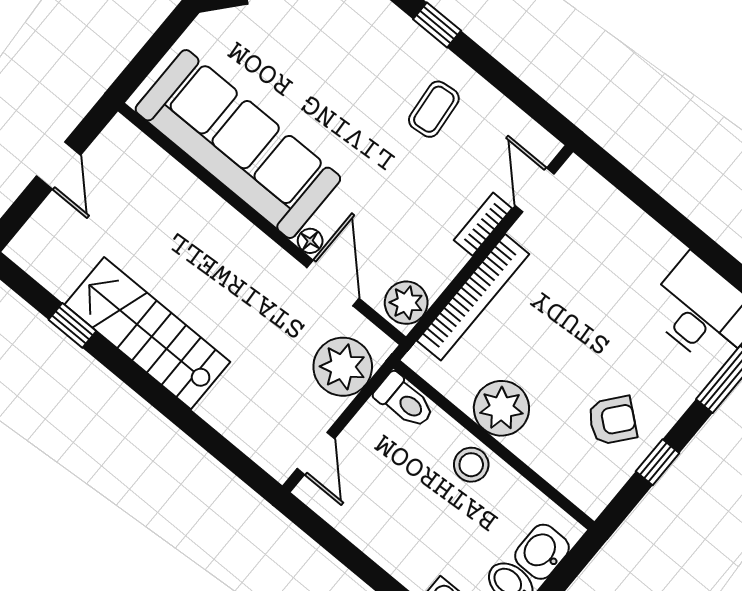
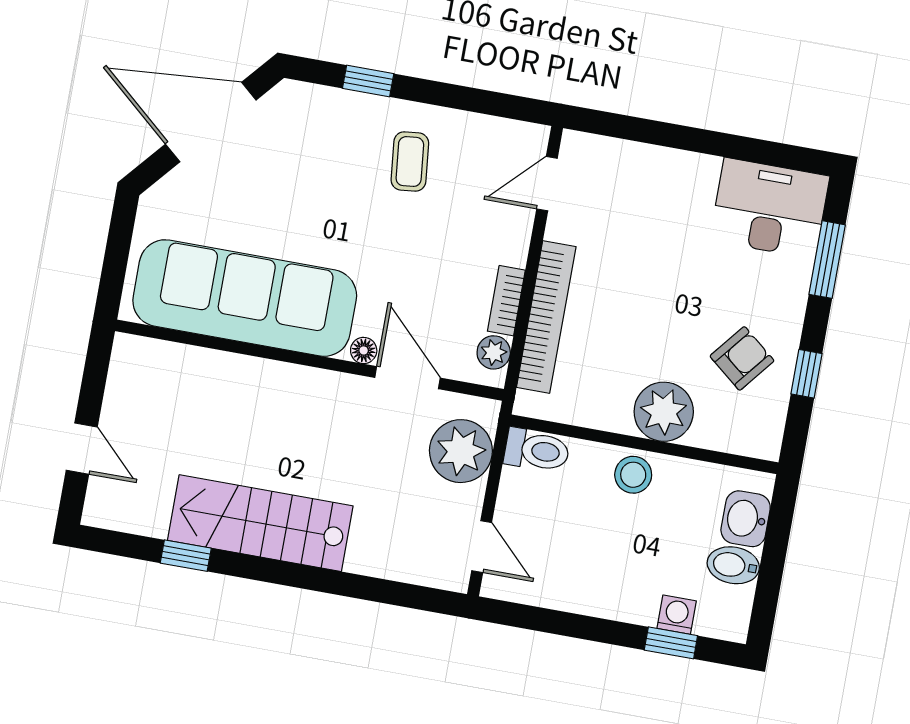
door: (58, 166) -> (82, 449), moved
door: (535, 190) -> (547, 184), hinge flipped
bookcase: (483, 224) -> (506, 301), moved
plant: (406, 303) -> (494, 352), width x0.73, depth x0.73
plant: (501, 408) -> (664, 412), moved

